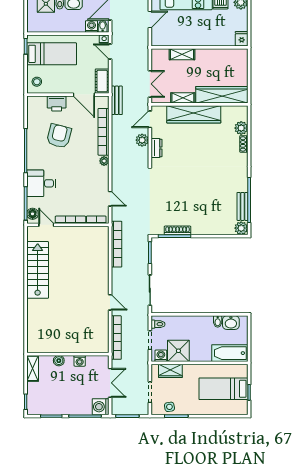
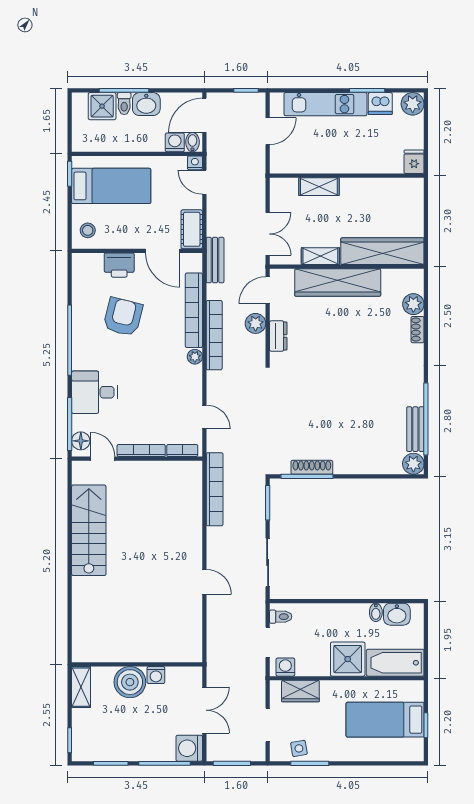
bookcase: (116, 338) -> (214, 335), moved
shower: (178, 351) -> (348, 659), moved
boiler: (59, 361) -> (130, 682), width x1.86, depth x1.86

